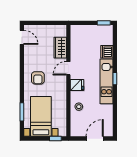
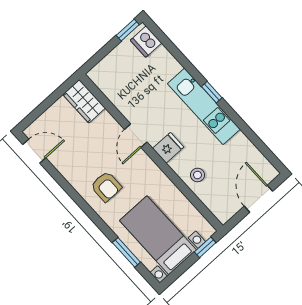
wardrobe: (60, 48) -> (84, 101), moved
dishwasher: (107, 52) -> (146, 42), moved

